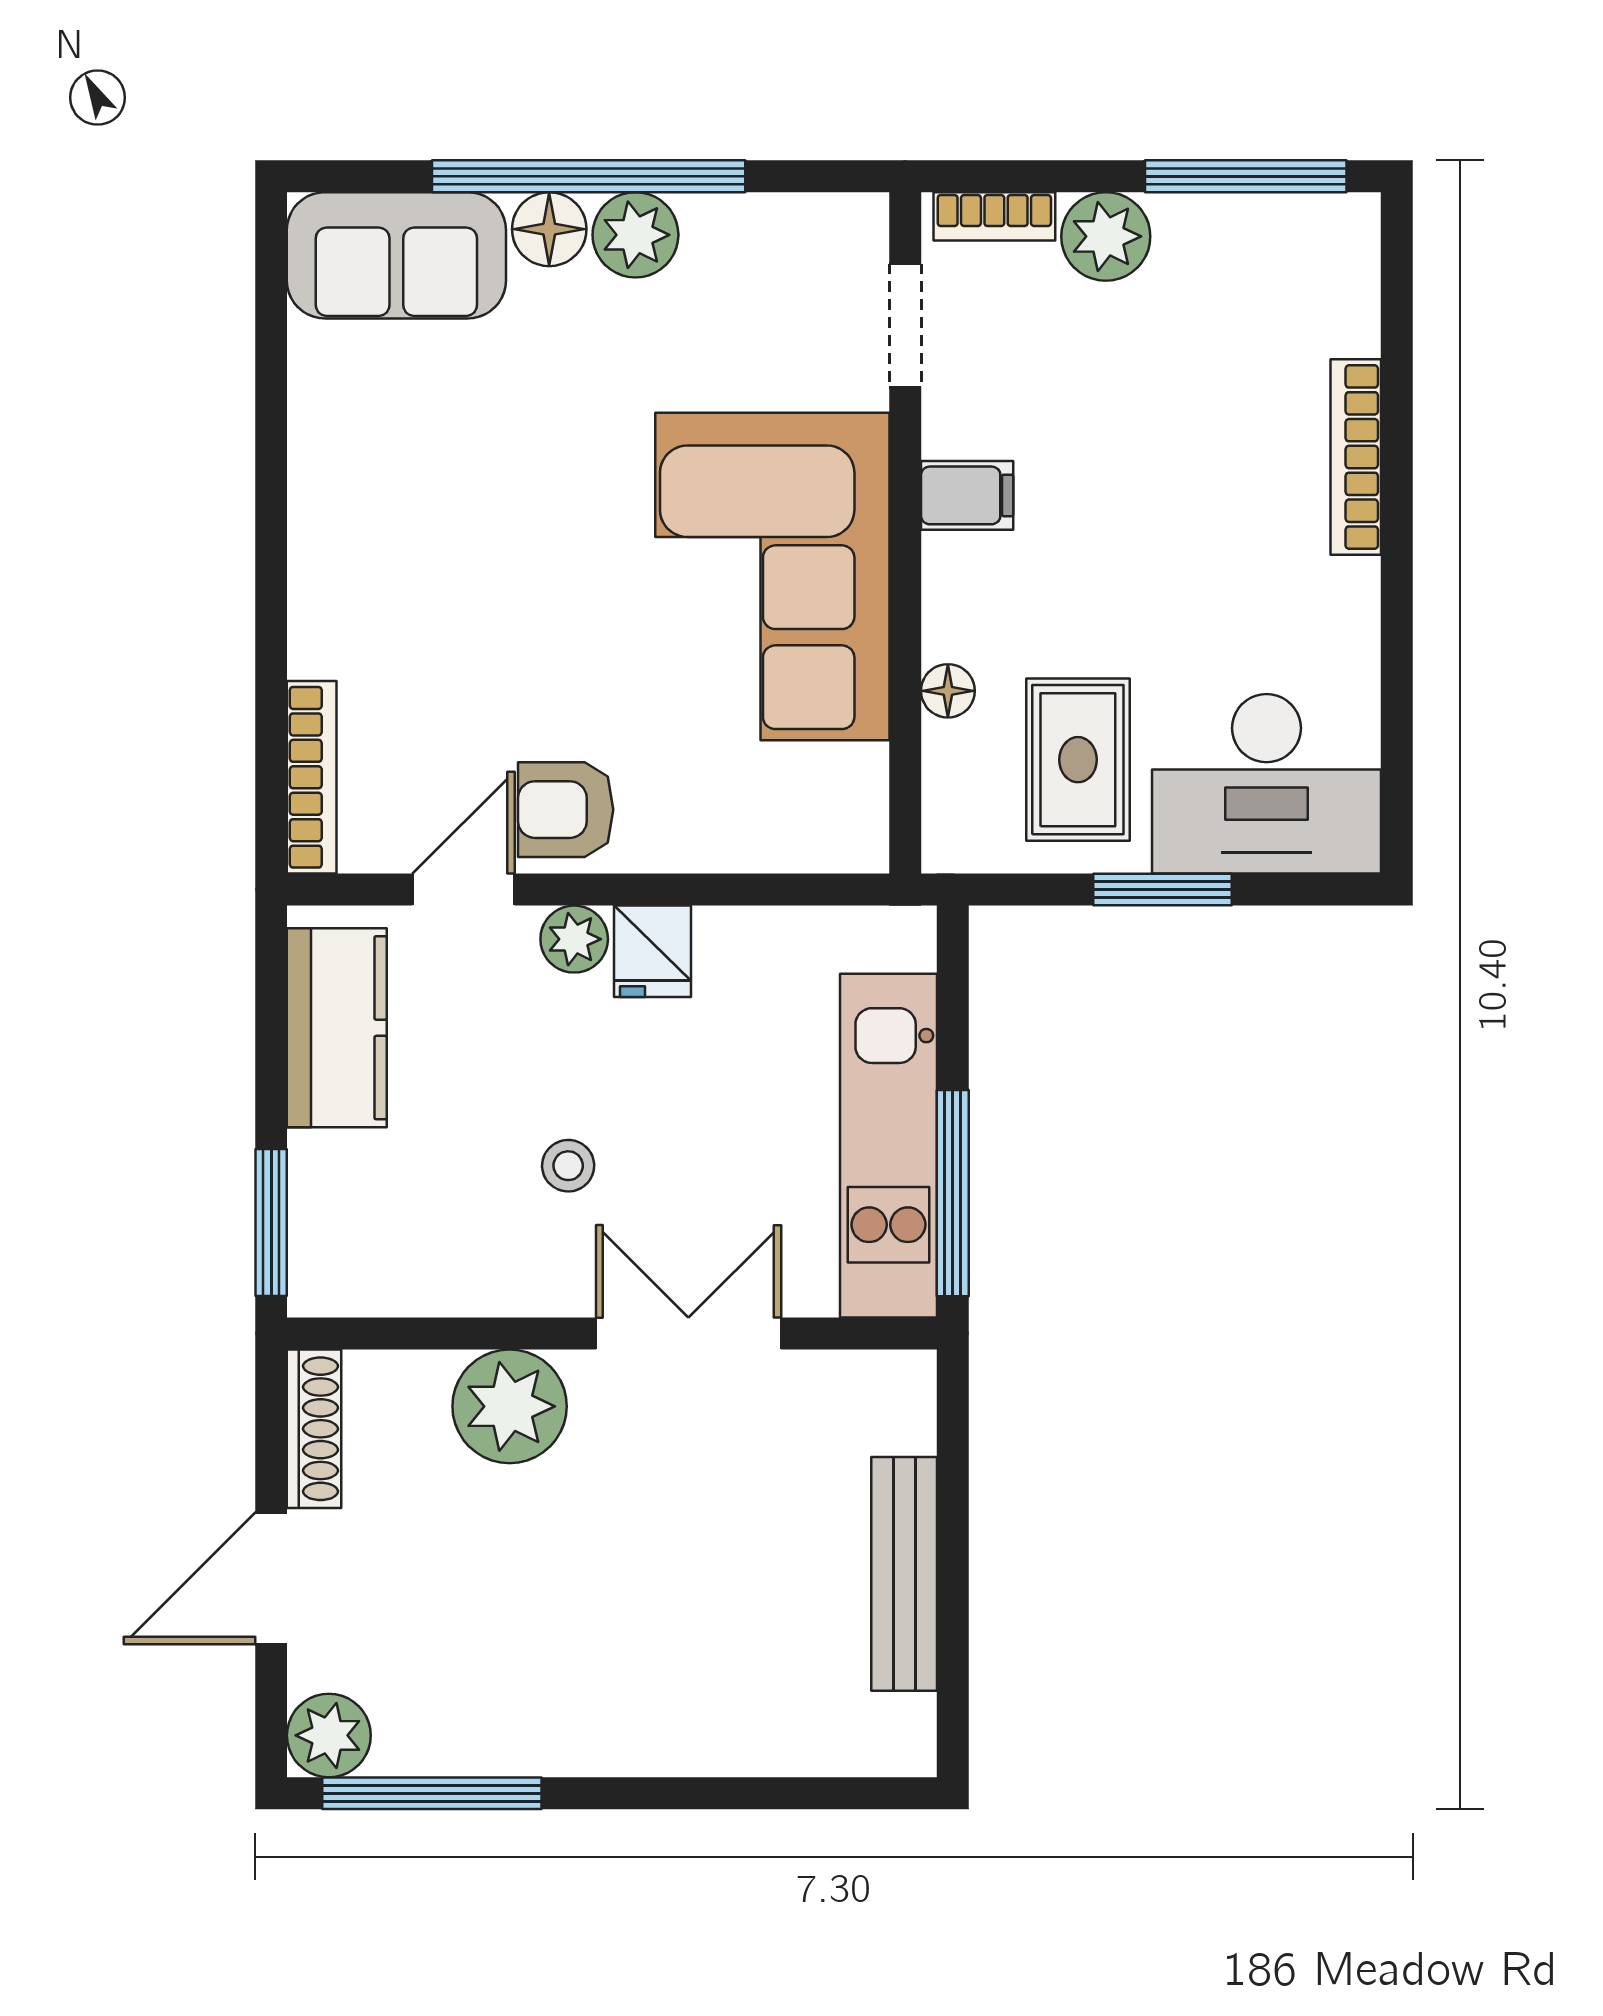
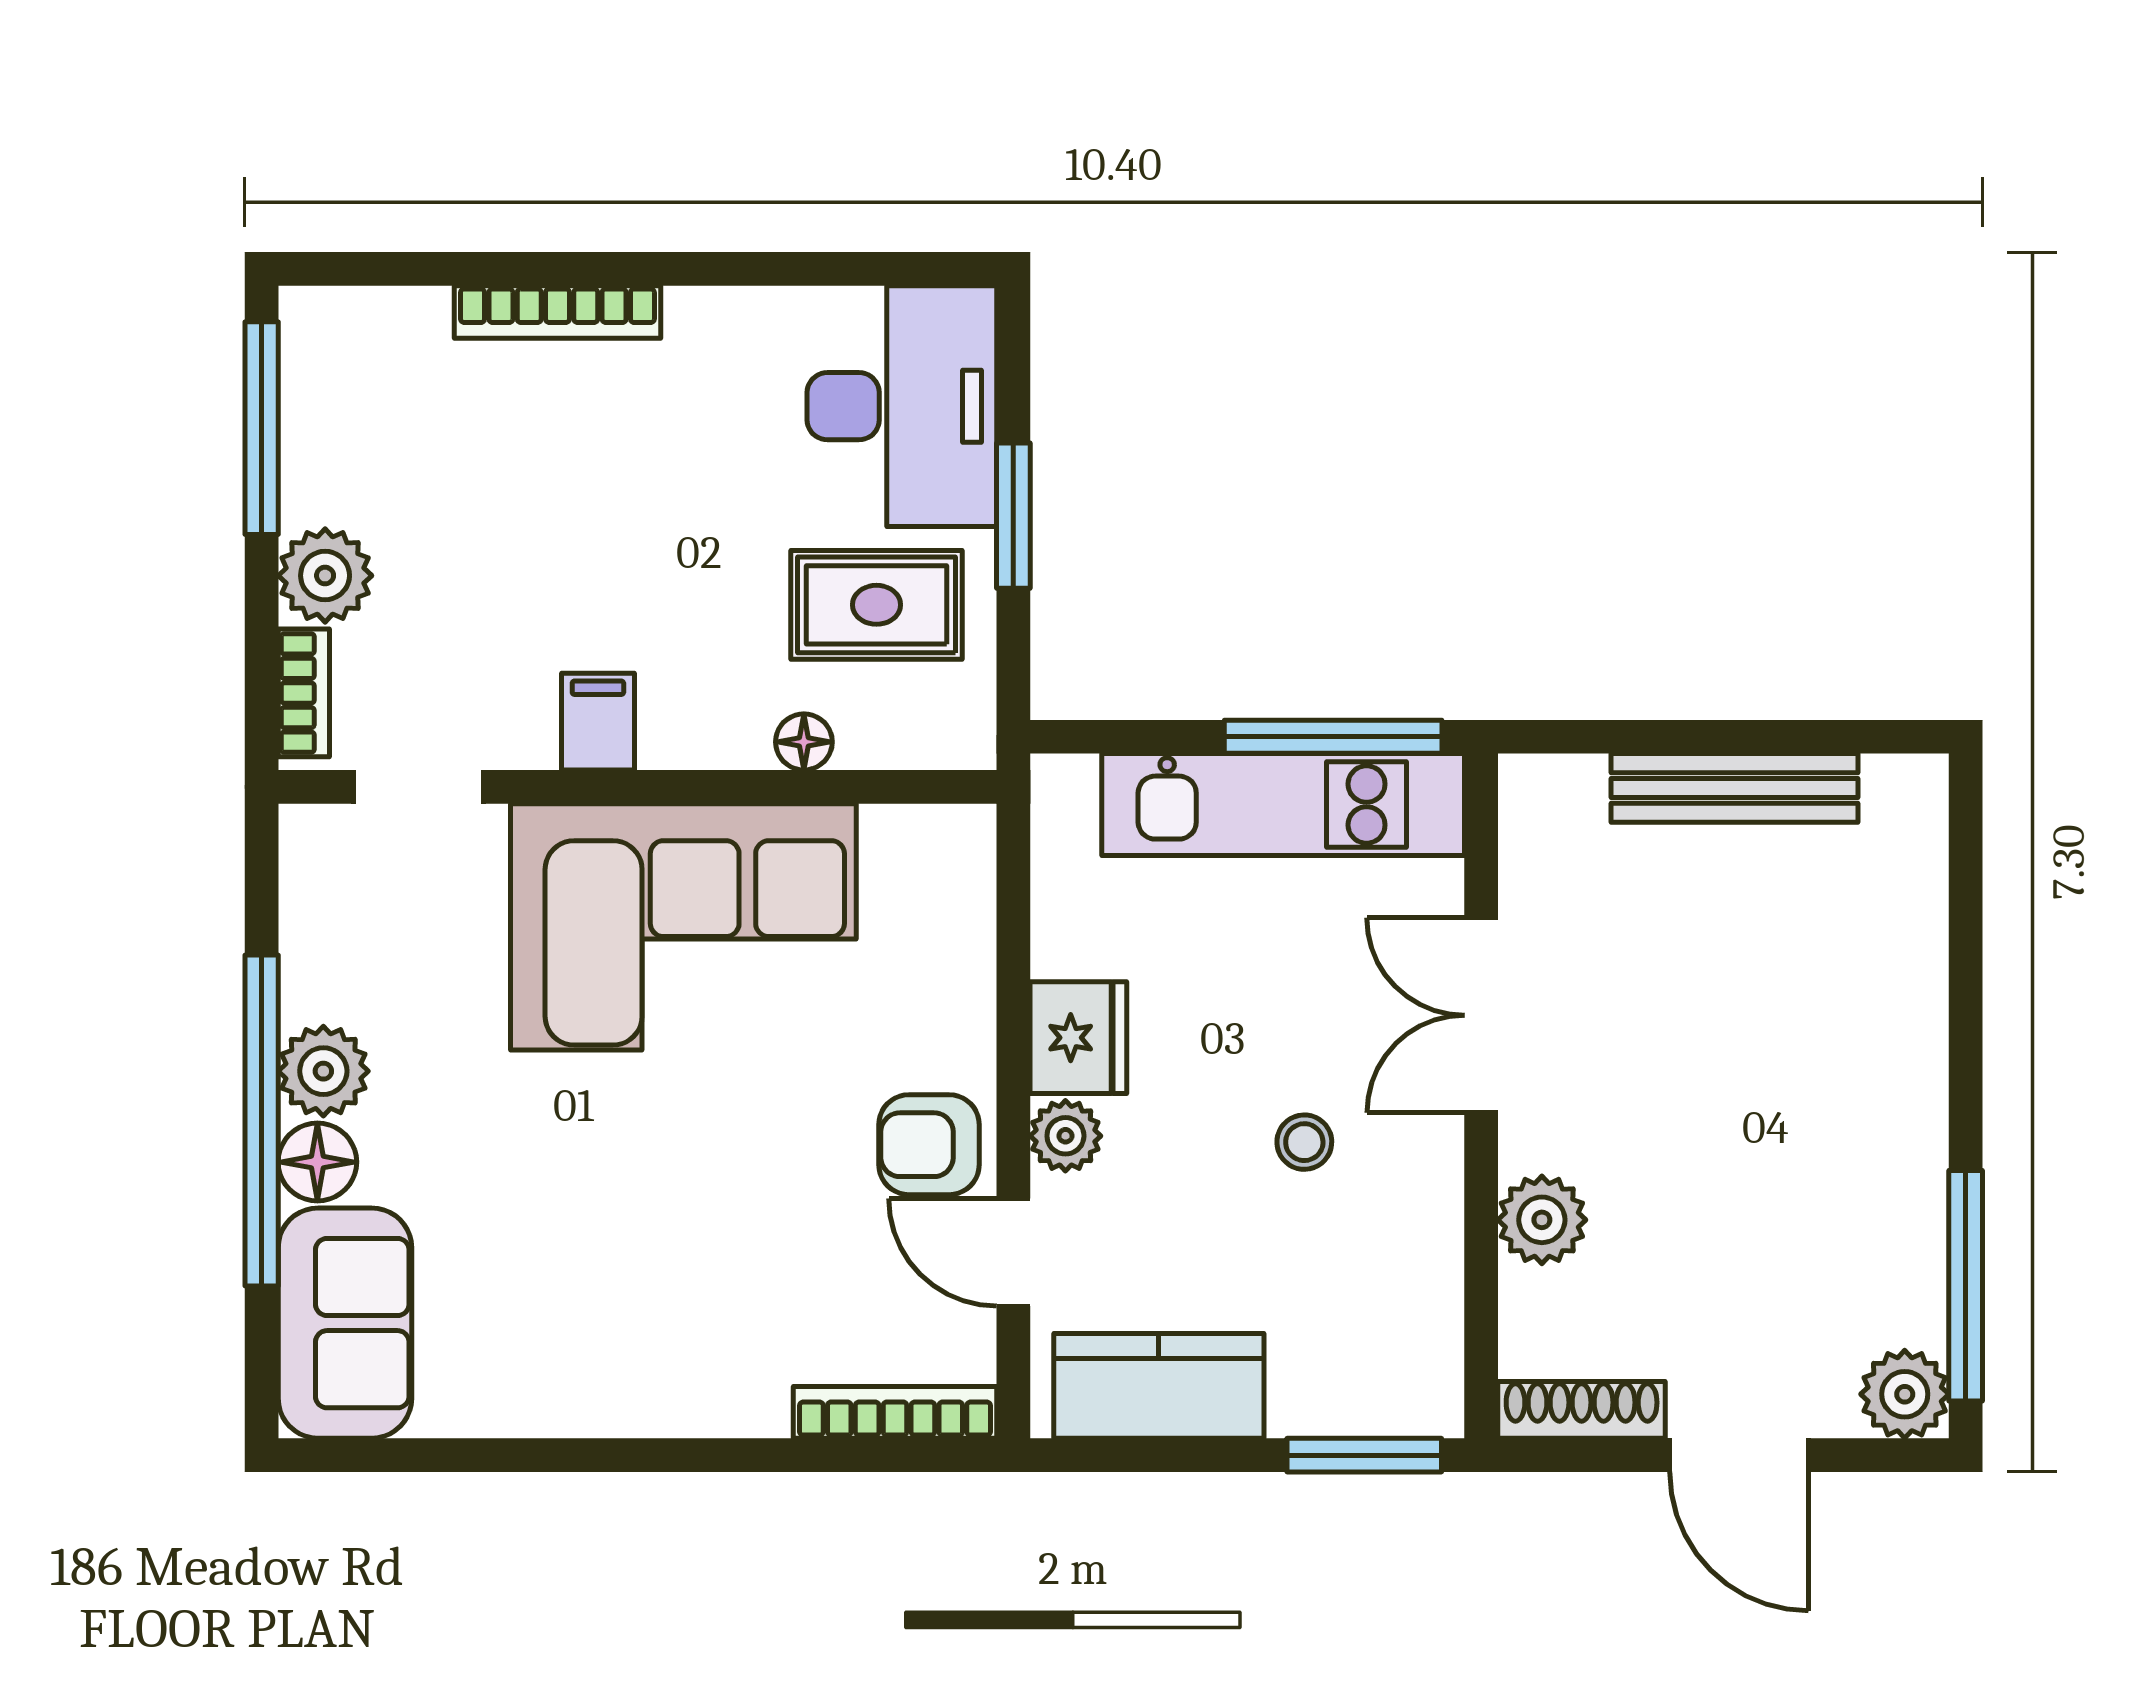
armchair: (566, 810) -> (929, 1145), turned 90
fridge: (653, 951) -> (1078, 1038), width x1.38
plant: (510, 1406) -> (1542, 1220), width x0.73, depth x0.73

